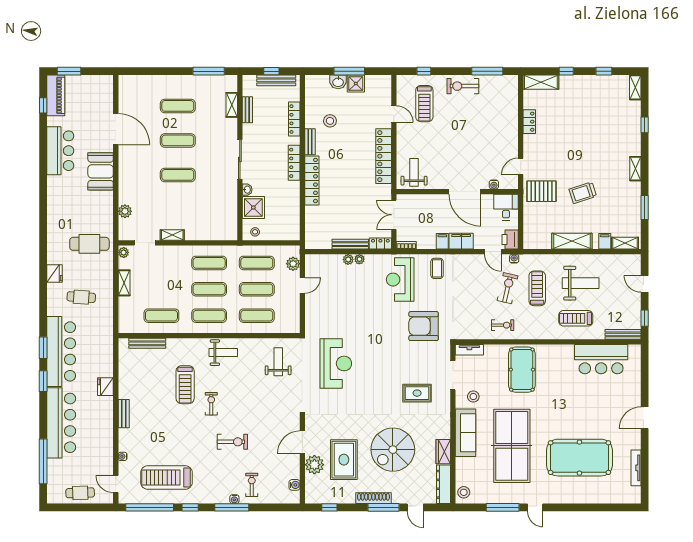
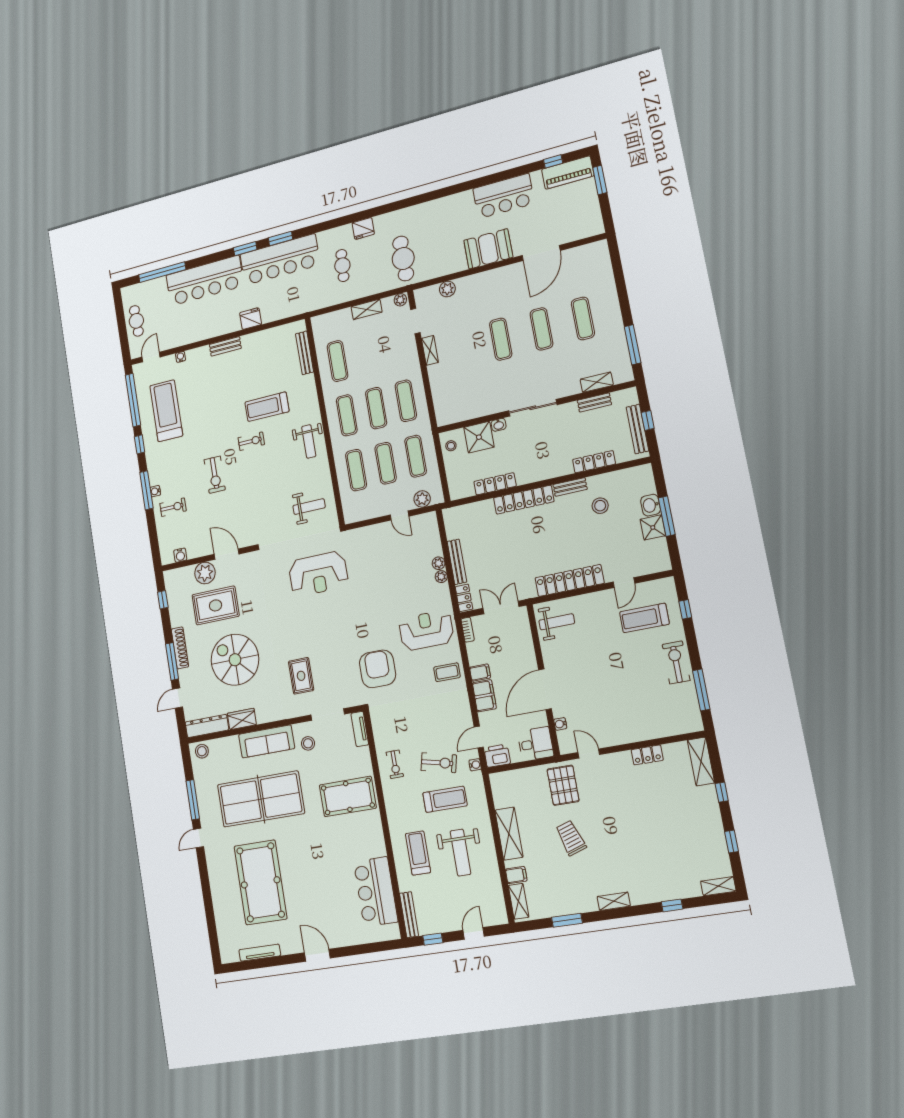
locker: (294, 163) -> (495, 484), moved

